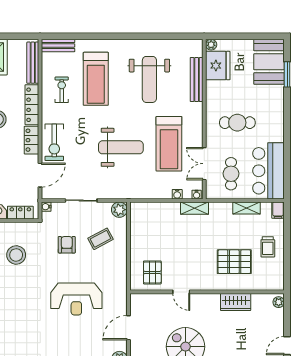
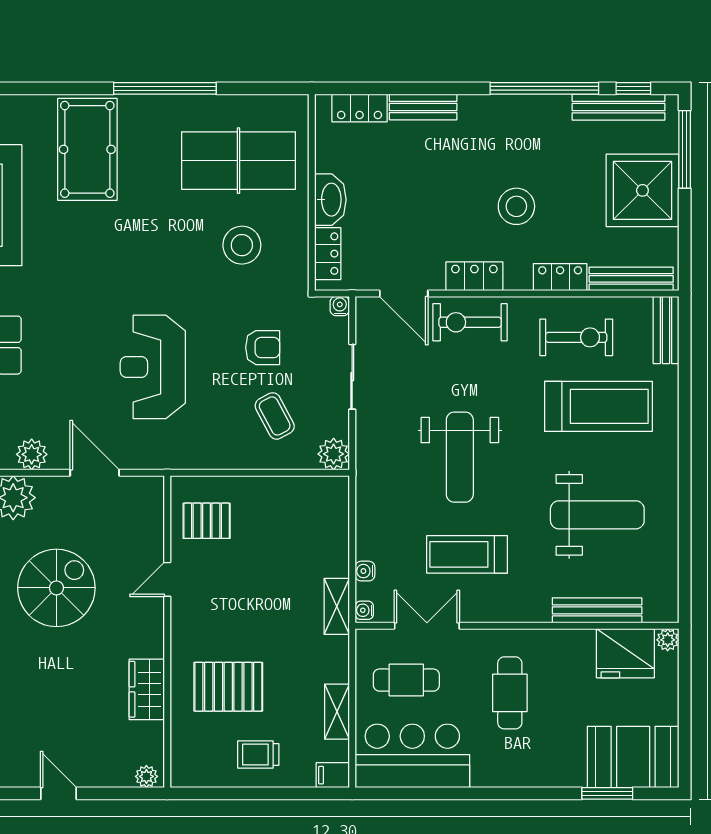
treadmill: (96, 79) -> (598, 406), turned 180
weight bench: (149, 79) -> (597, 515), turned 180
exercise bike: (62, 90) -> (576, 337), width x1.38, depth x1.39
locker: (32, 105) -> (560, 277), width x0.66
treadmill: (169, 144) -> (467, 554), width x0.73, depth x0.73
pallet: (234, 262) -> (228, 687), turned 90

